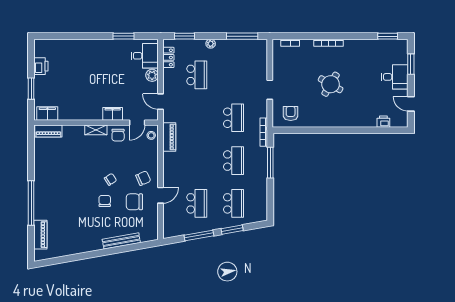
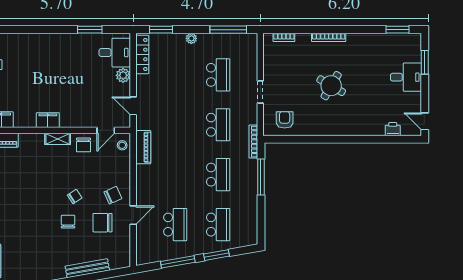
locker: (168, 57) -> (142, 54), width x1.53
school desk: (197, 75) -> (218, 75), moved
door: (411, 104) -> (425, 121), moved
filing cabinet: (113, 114) -> (48, 120), moved

